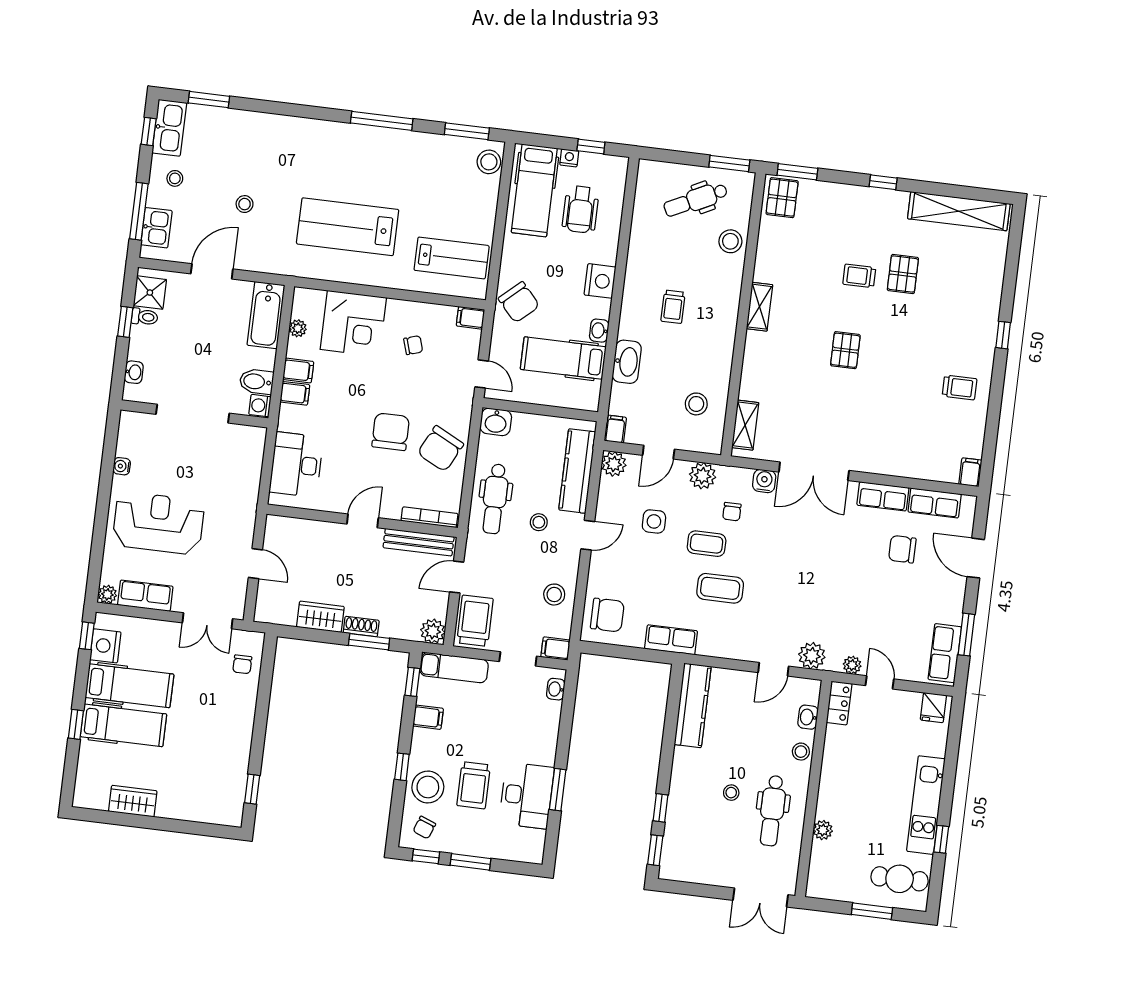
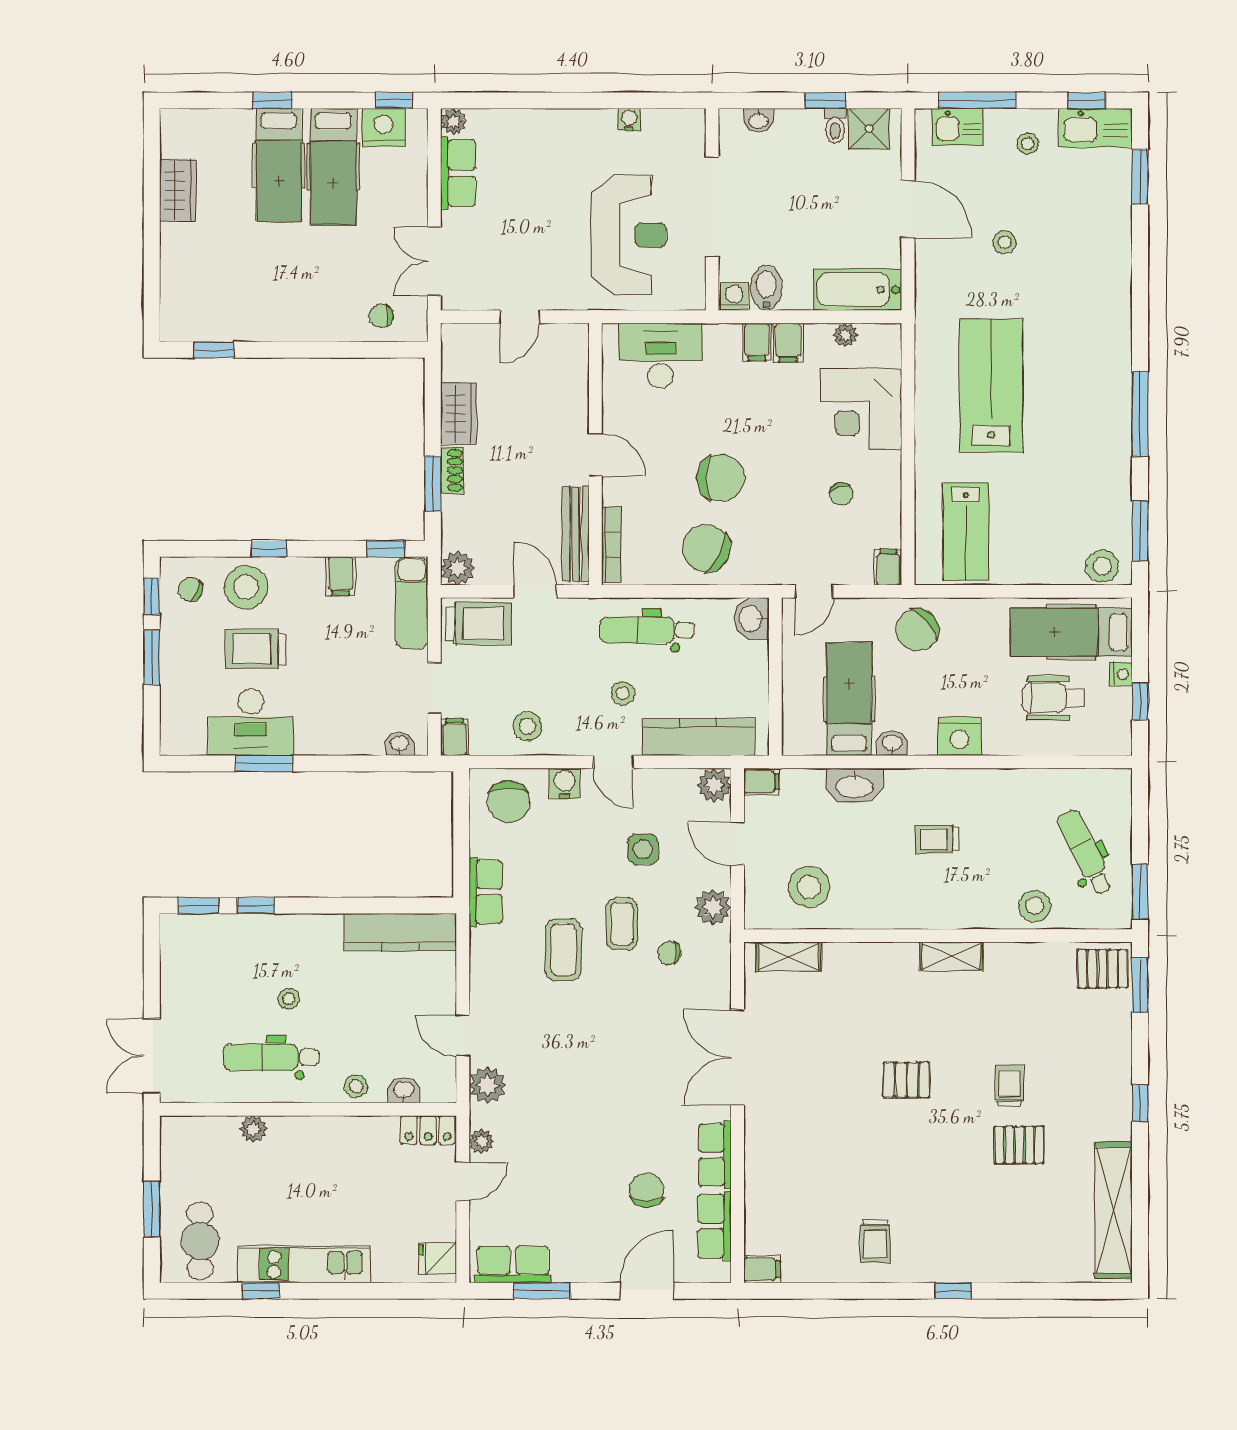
stool: (696, 404) -> (809, 887), width x1.38, depth x1.38
water cooler: (764, 481) -> (565, 783), moved, turned -90
reception desk: (158, 523) -> (629, 235), moved

